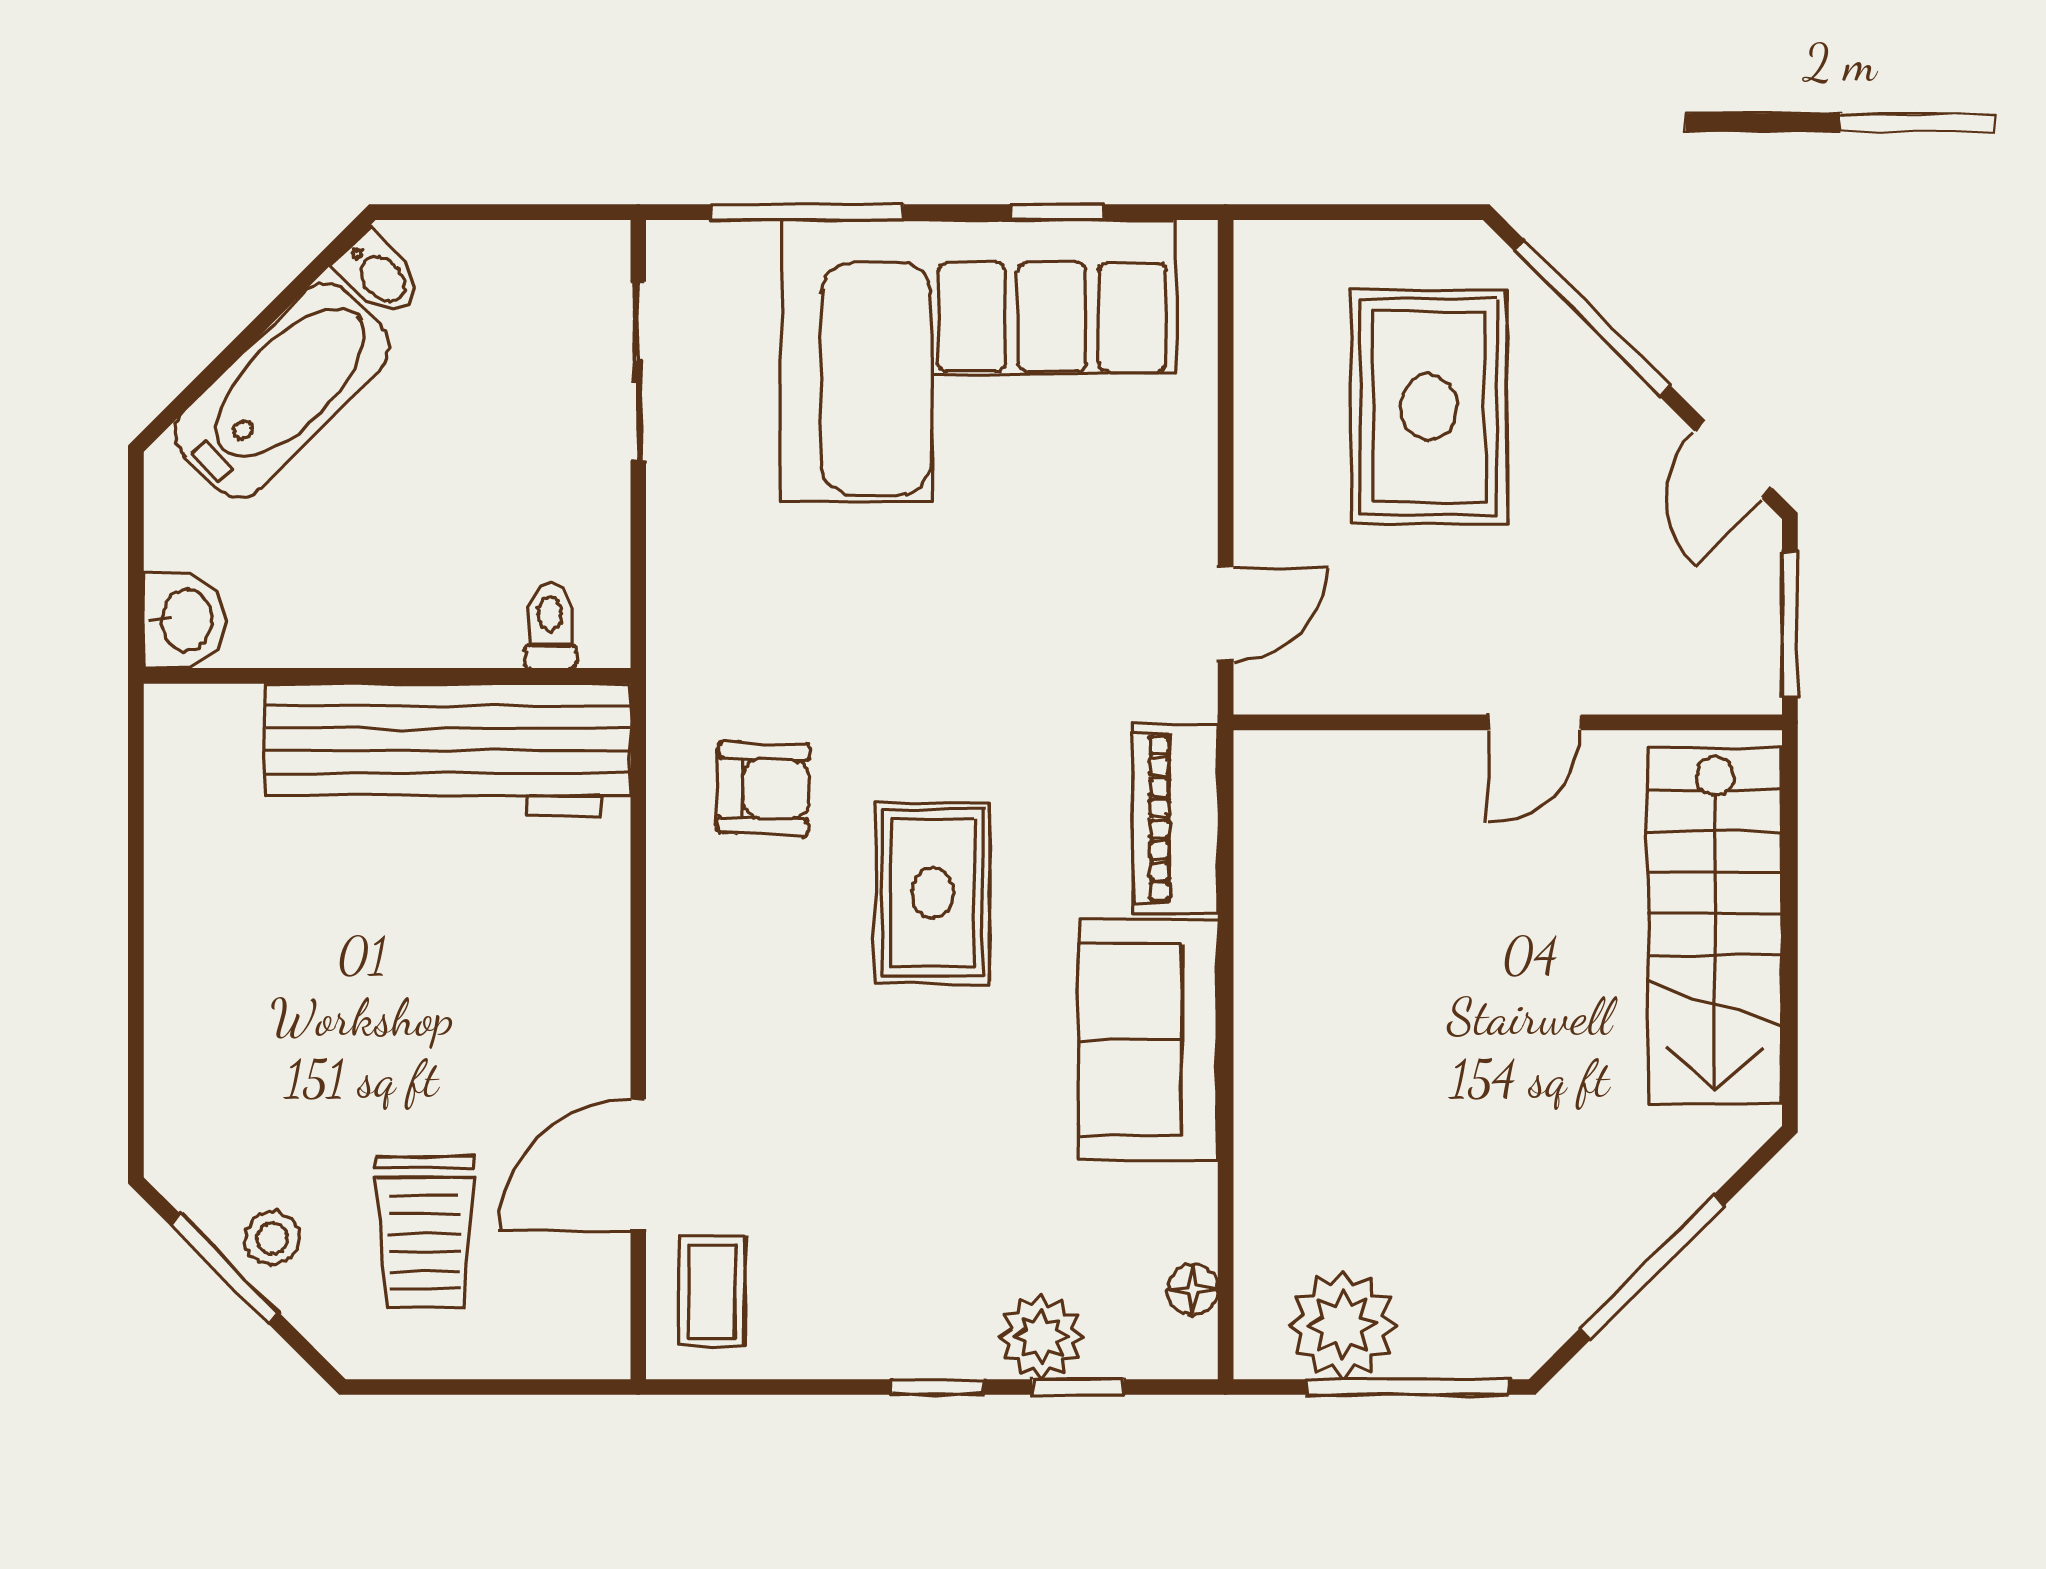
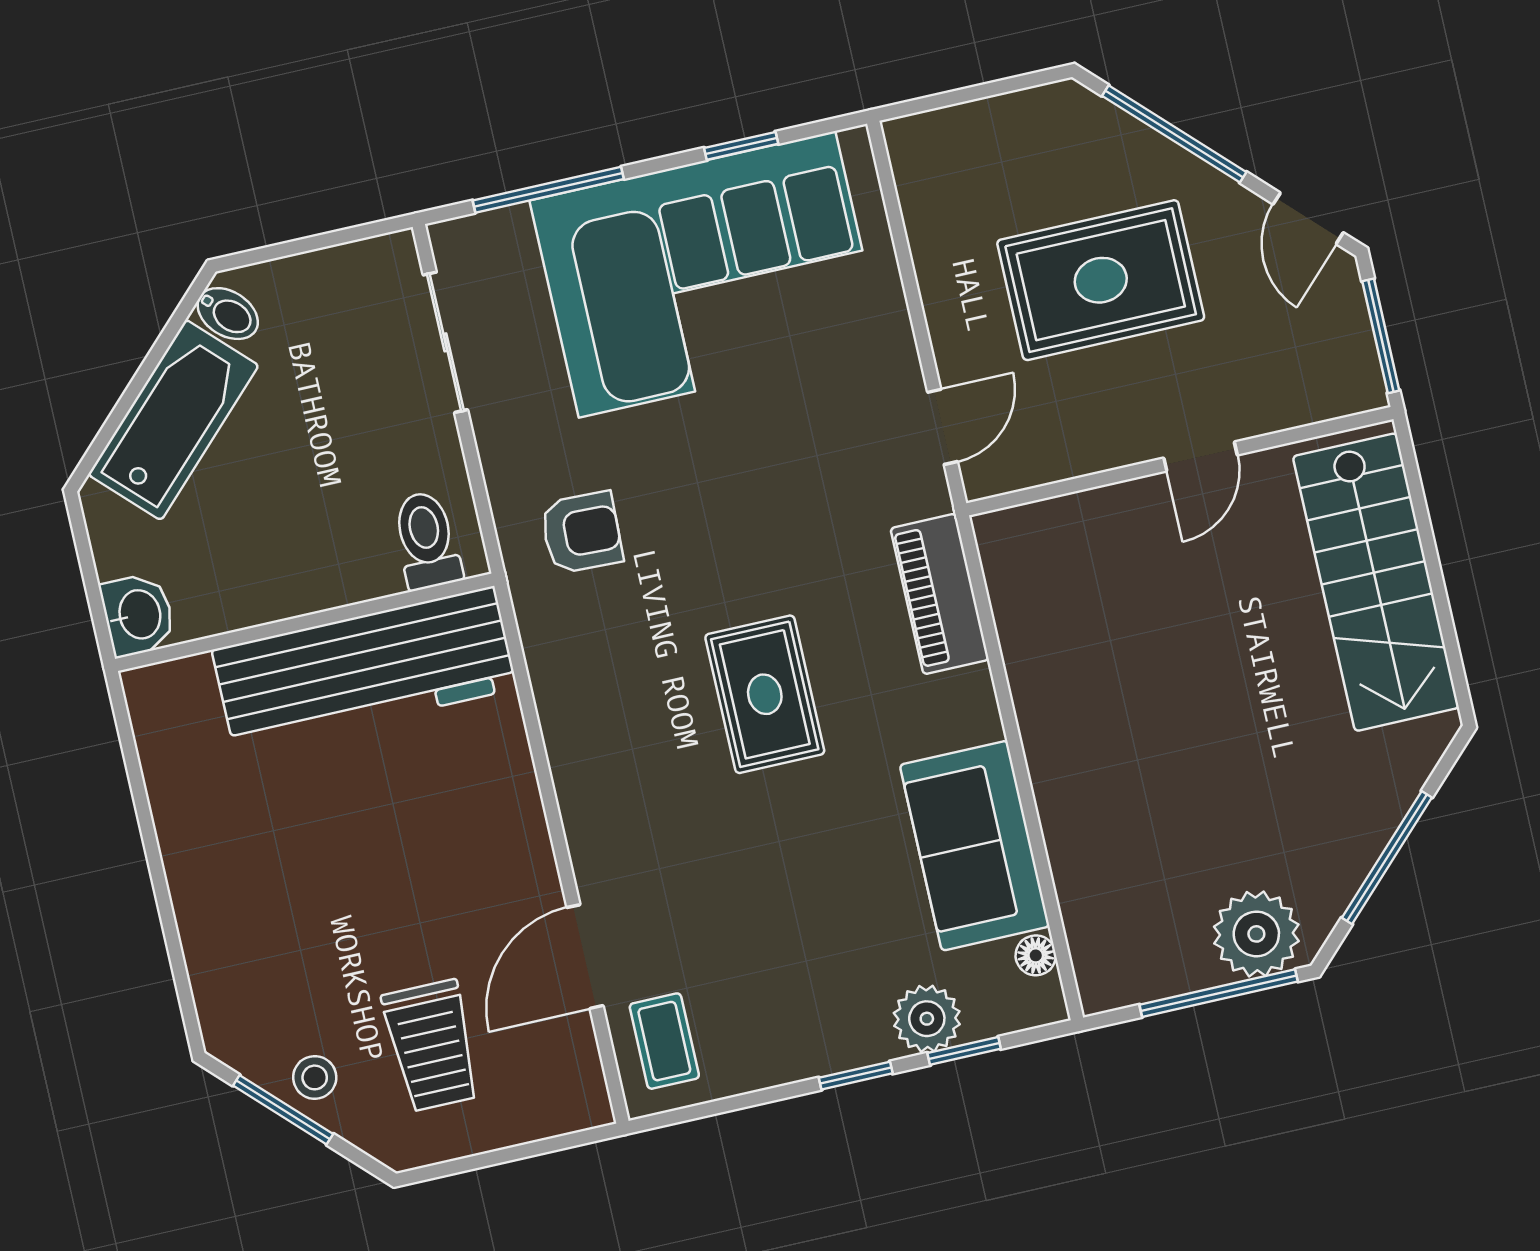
rug: (1429, 407) -> (1101, 280), moved, turned 90
toilet: (550, 626) -> (427, 540), width x1.37, depth x1.39
armchair: (763, 789) -> (582, 532), moved
sofa: (1148, 1040) -> (975, 846), moved
plant: (1343, 1325) -> (1256, 934), moved

